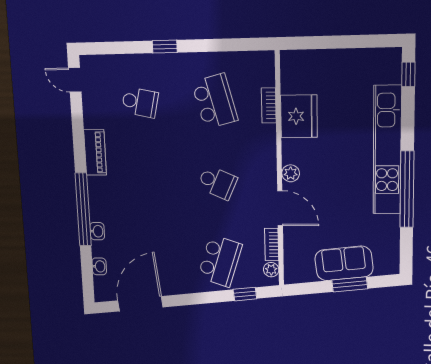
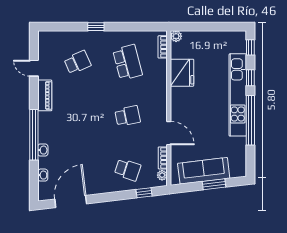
door: (75, 80) -> (34, 68), moved
school desk: (140, 102) -> (78, 62), turned -36
bookcase: (269, 105) -> (163, 47), moved
window: (408, 123) -> (250, 78), added
plant: (291, 173) -> (176, 36), moved
school desk: (217, 183) -> (128, 116), turned -36
school desk: (220, 261) -> (128, 170), width x0.54
sofa: (344, 263) -> (204, 171), width x1.36

